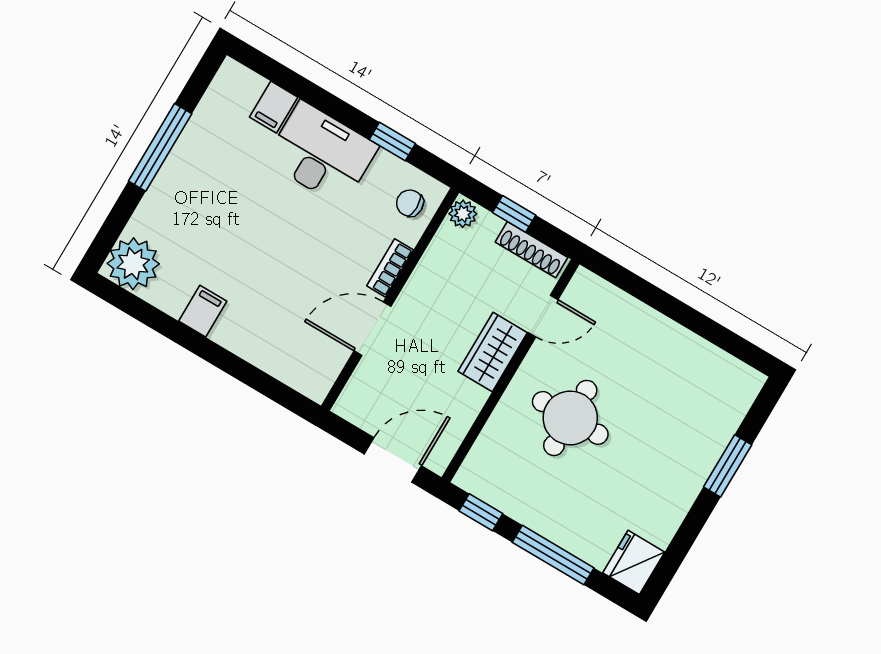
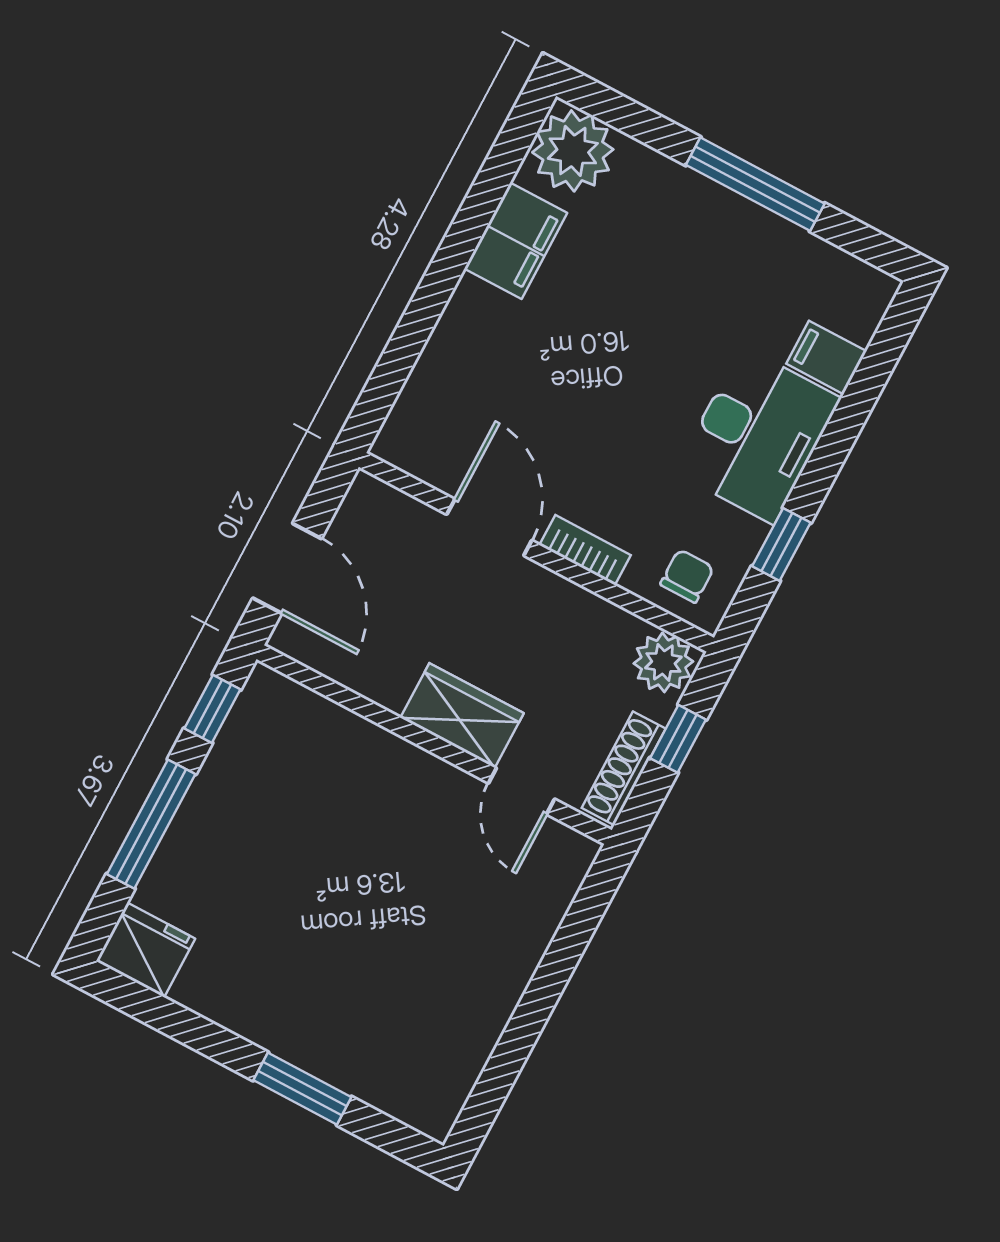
plant: (463, 214) -> (663, 662), width x1.38, depth x1.38
filing cabinet: (203, 311) -> (516, 241), width x2.00
round table: (570, 418) -> (365, 841), removed

